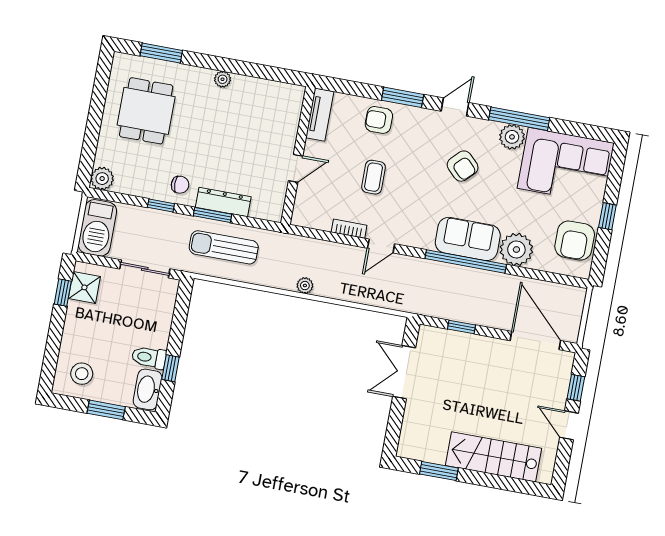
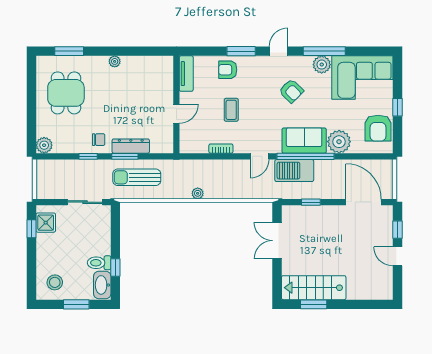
barbecue: (97, 228) -> (294, 171), moved, turned 90
door: (381, 246) -> (260, 156), moved
stairs: (494, 457) -> (314, 288), moved

